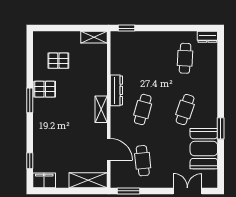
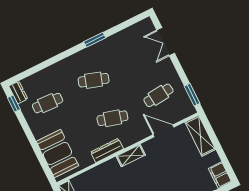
window: (127, 28) -> (14, 103), moved
door: (109, 149) -> (163, 131), hinge flipped
booth: (204, 149) -> (57, 153), moved, turned 90

